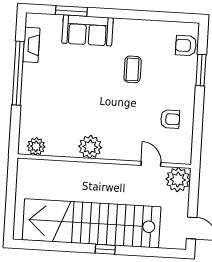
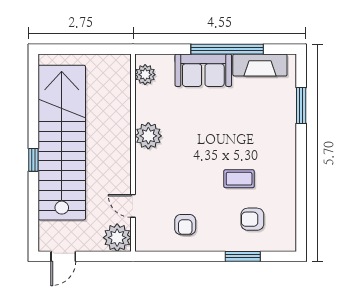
sofa: (88, 30) -> (203, 70), moved, turned -90
fireplace: (31, 45) -> (260, 65), width x1.37, depth x1.32
armchair: (186, 46) -> (252, 219), moved, turned -90
door: (151, 164) -> (133, 206), swing flipped

